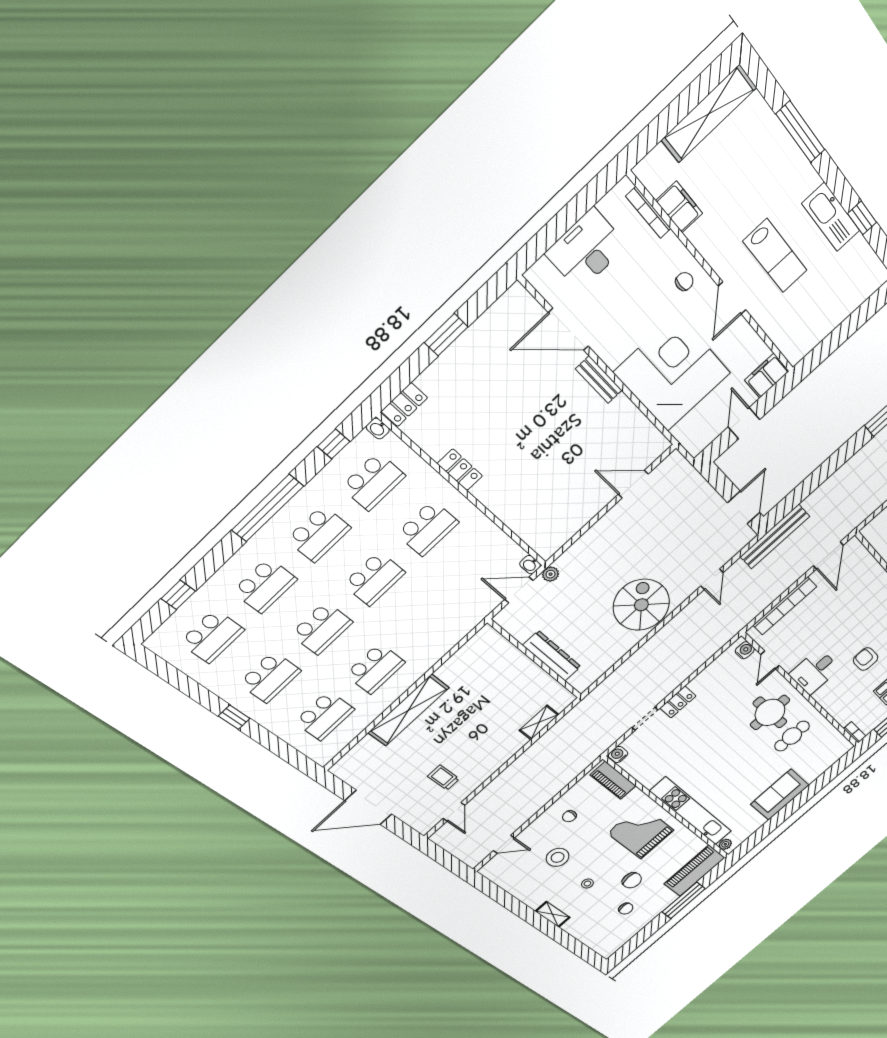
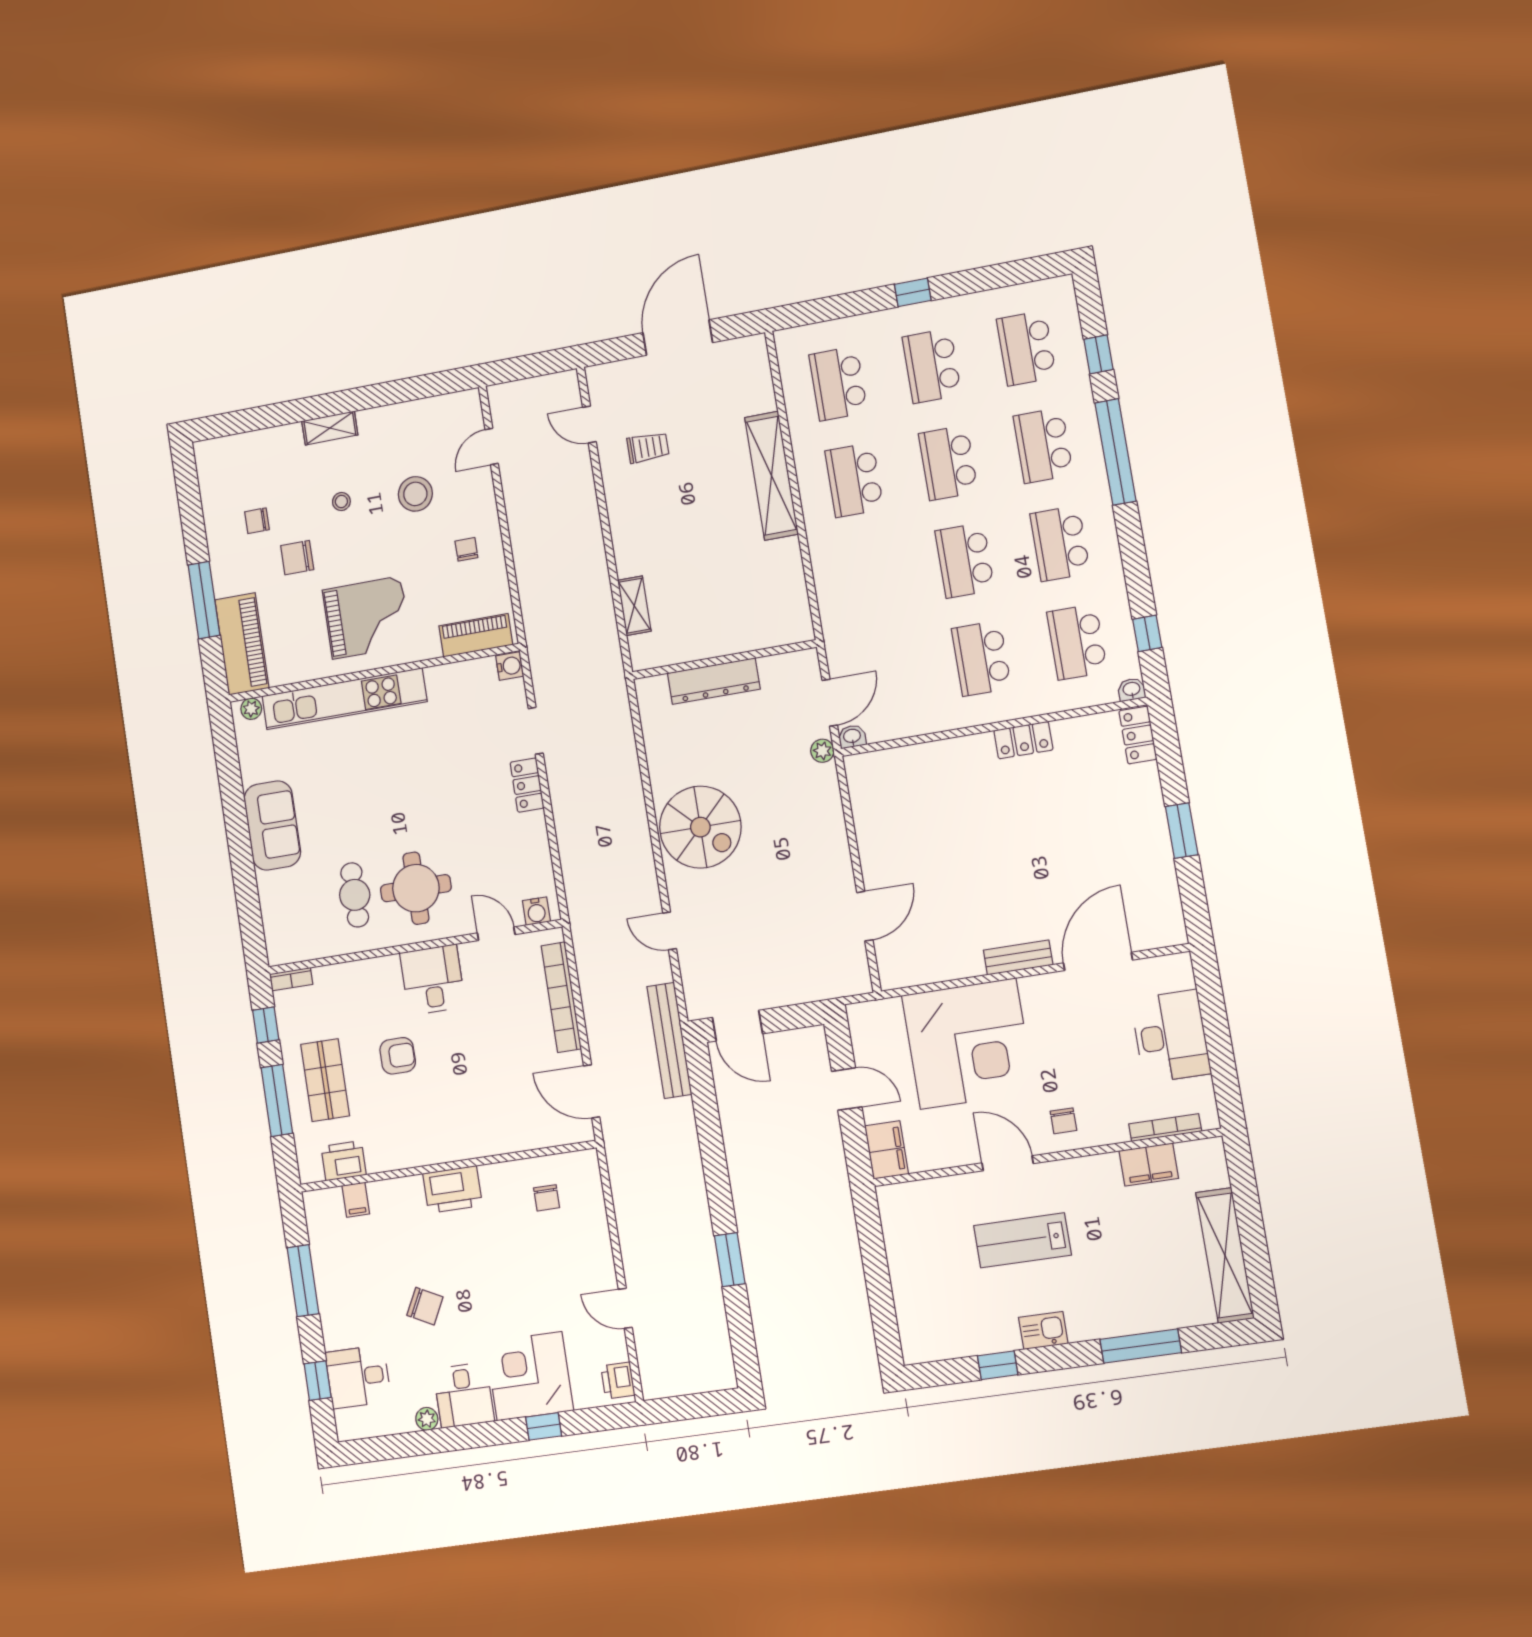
kitchen sink: (831, 217) -> (1043, 1331), width x0.53, depth x0.81
window: (268, 508) -> (1116, 452), moved

